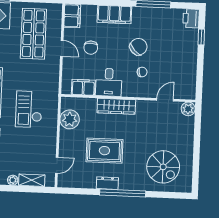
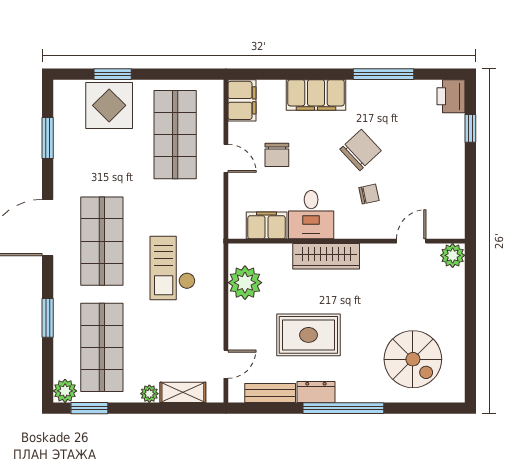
bench: (81, 183) -> (270, 393), added

